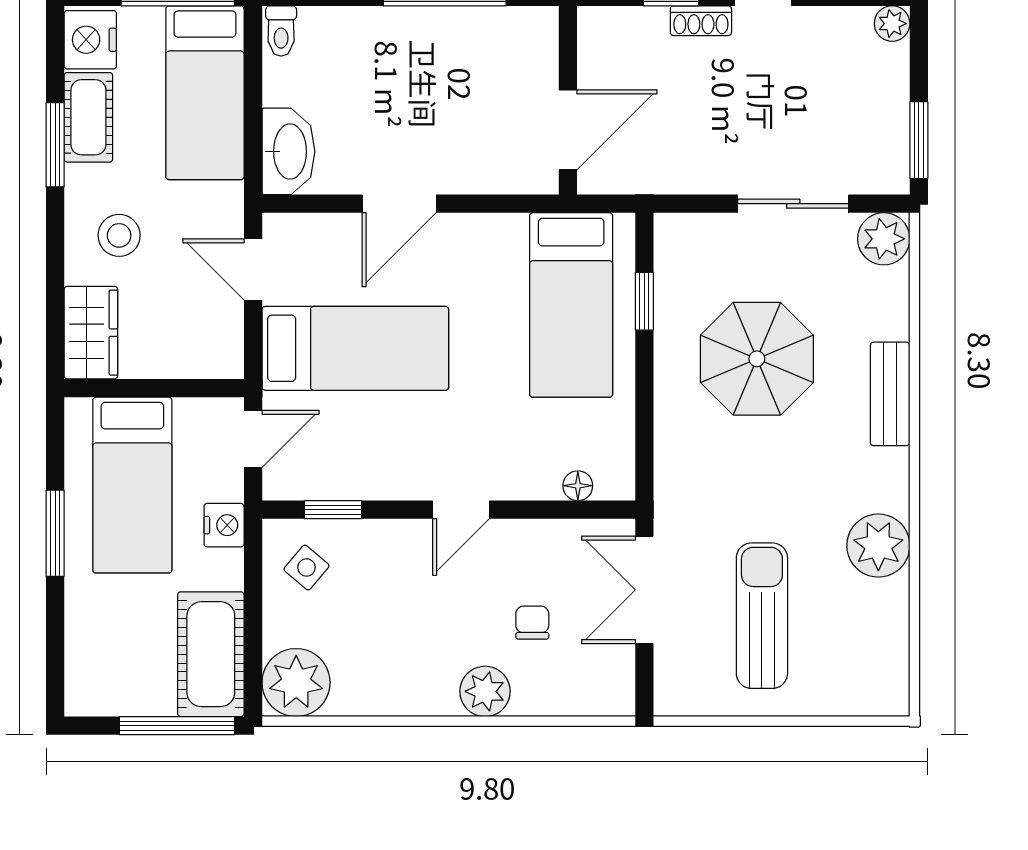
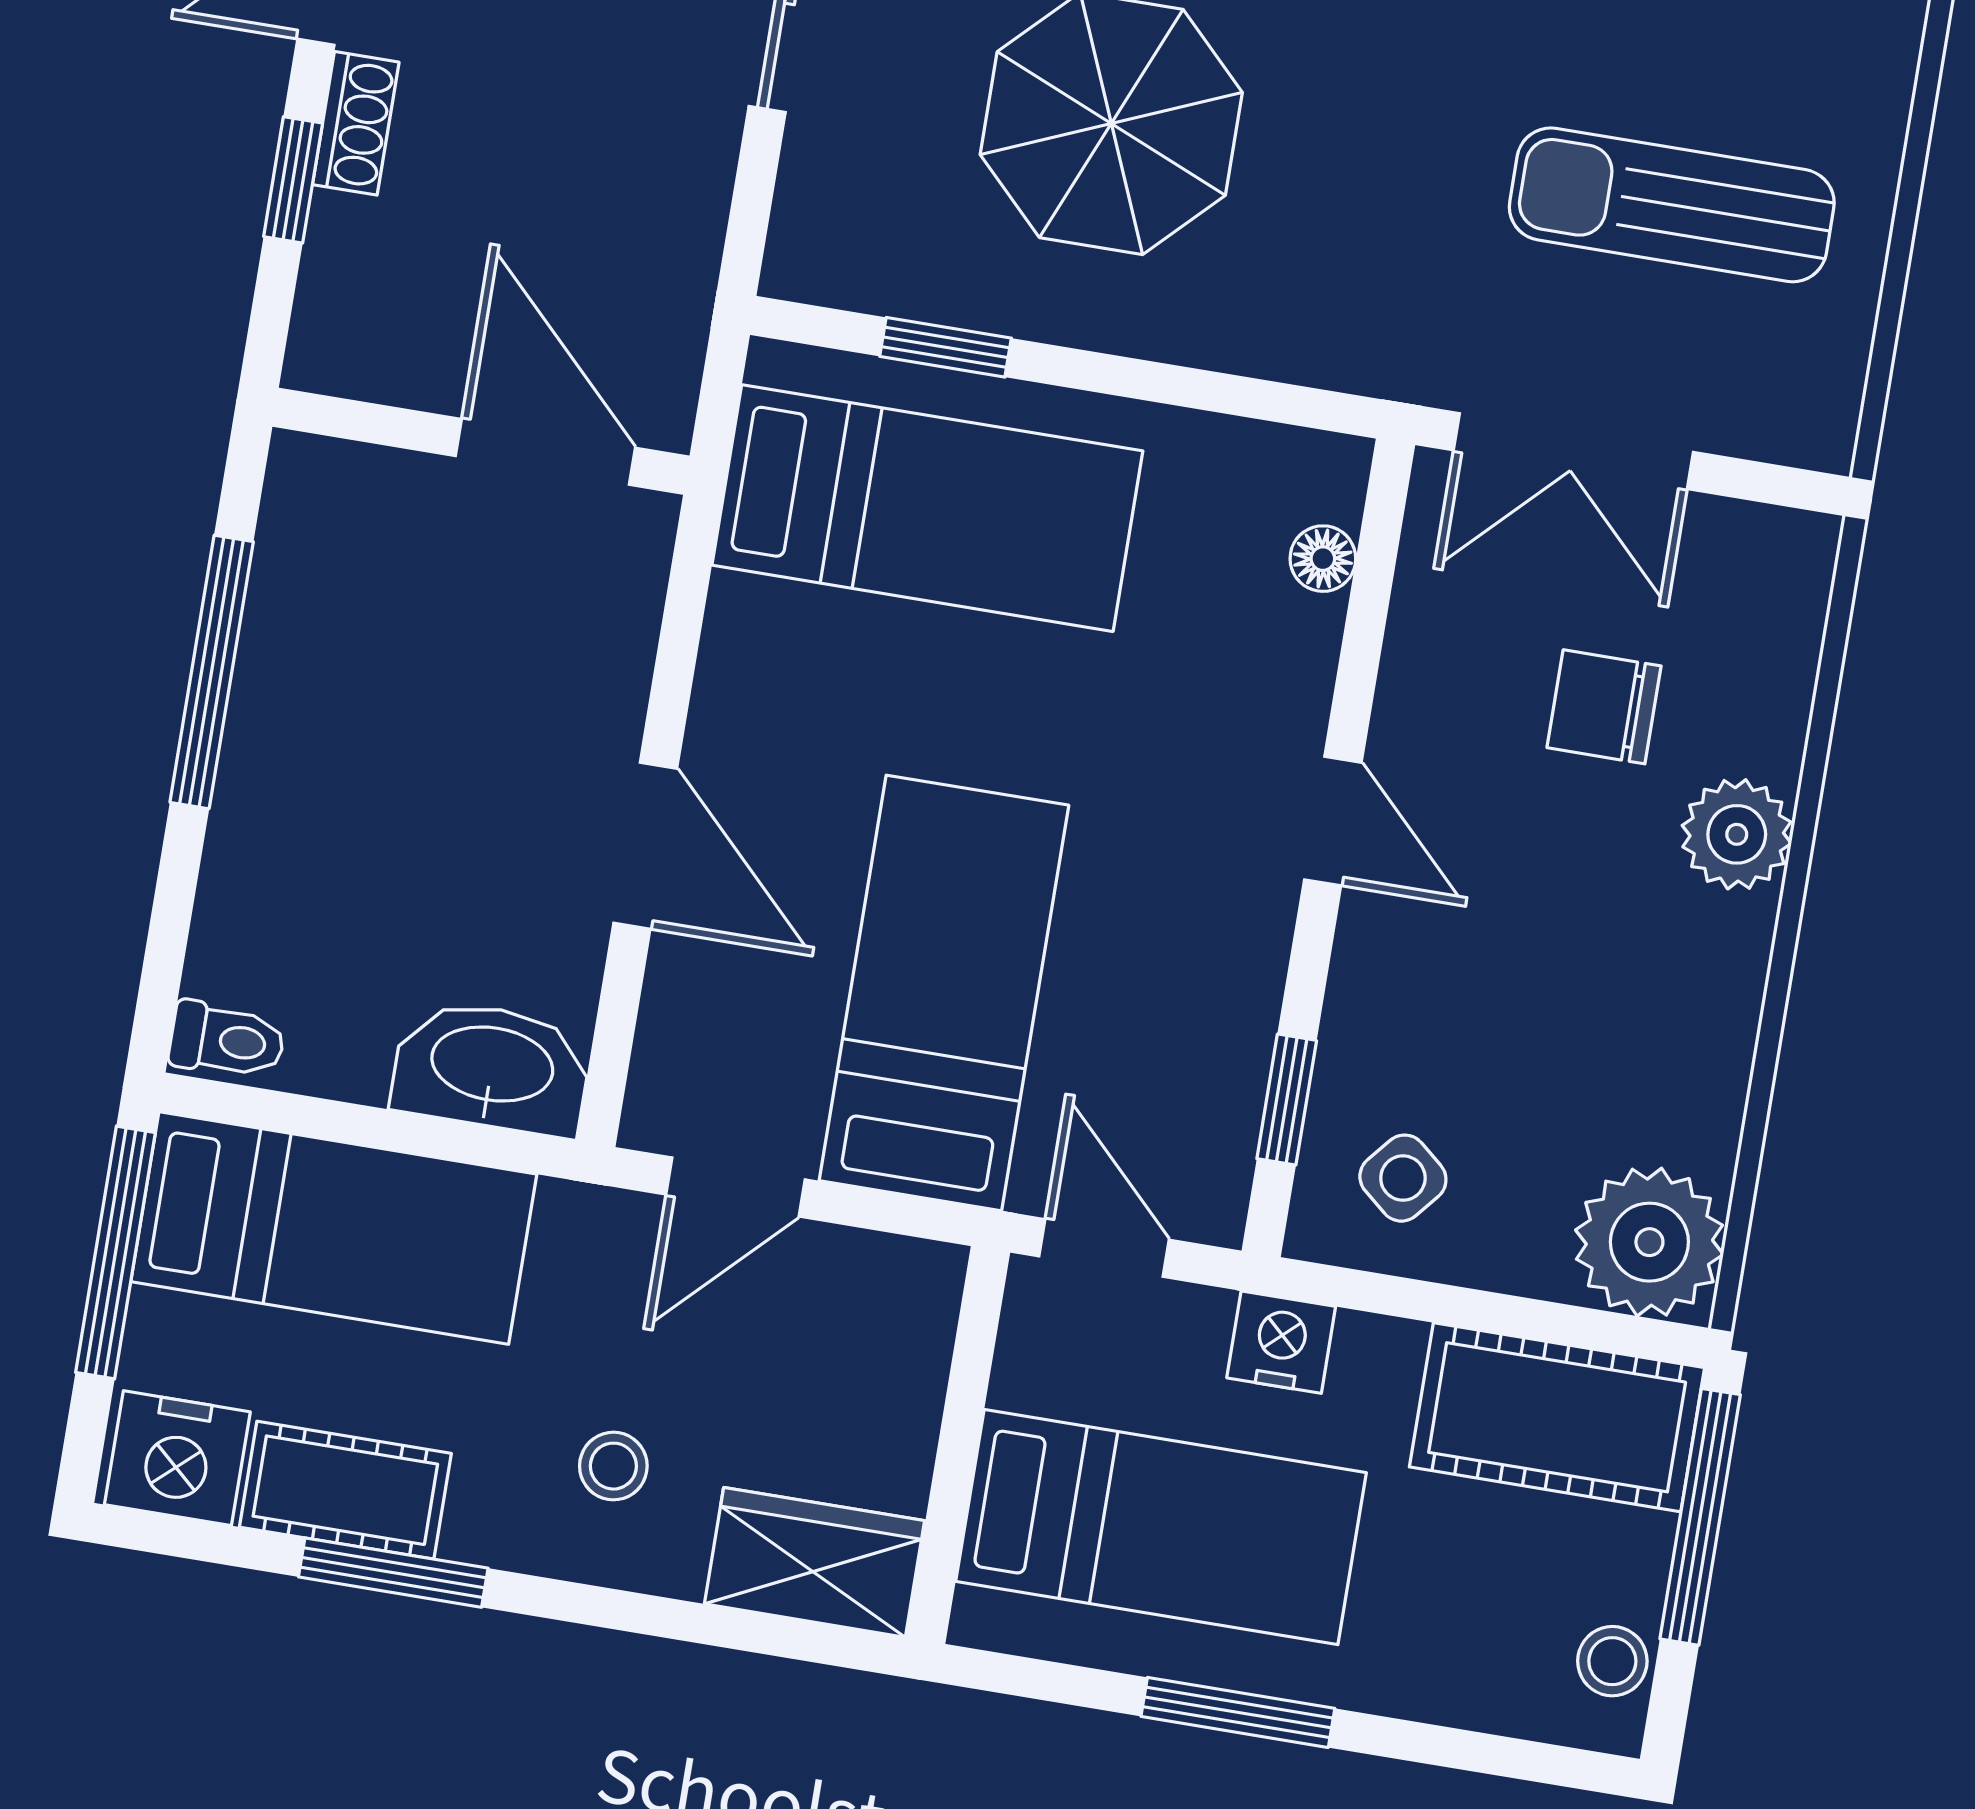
stool: (119, 235) -> (613, 1466), width x0.73, depth x0.73
chair: (532, 623) -> (1604, 707), width x1.37, depth x1.37
stool: (106, 697) -> (1612, 1661), added

